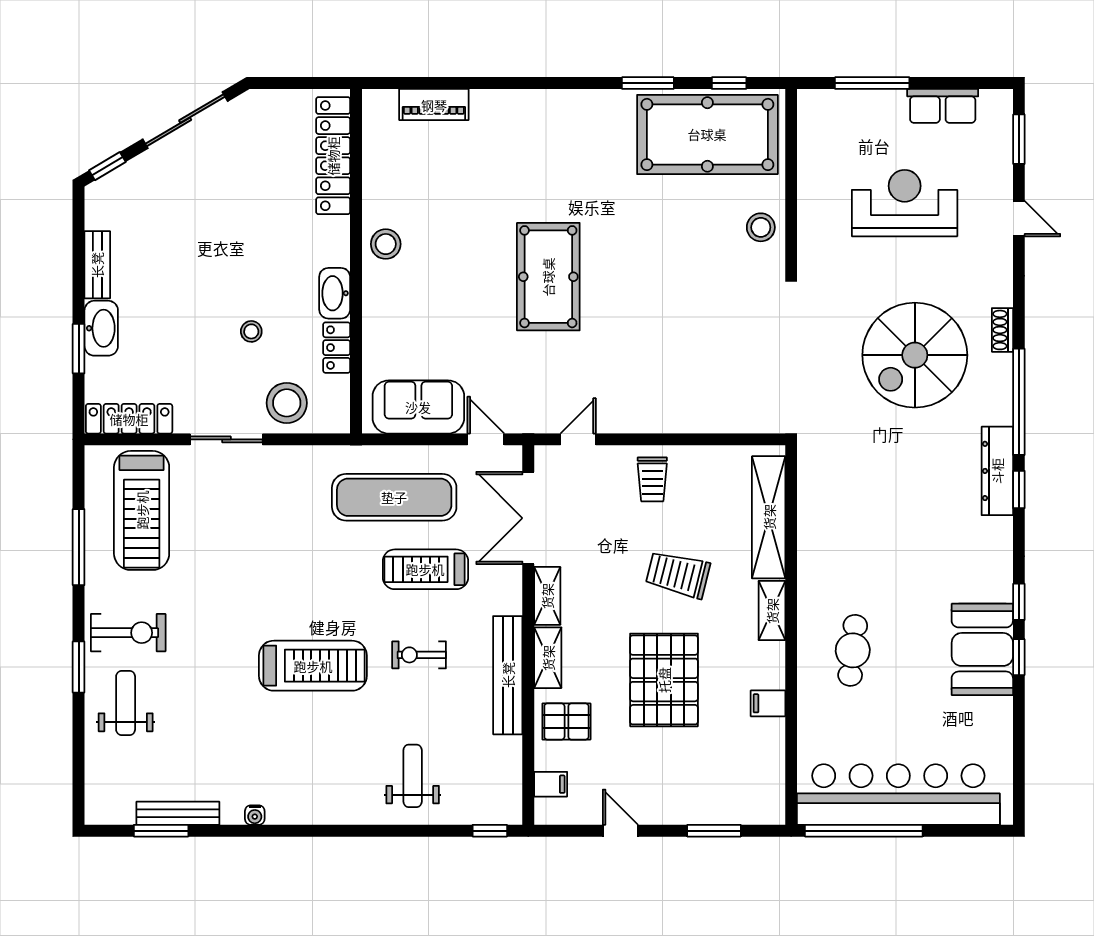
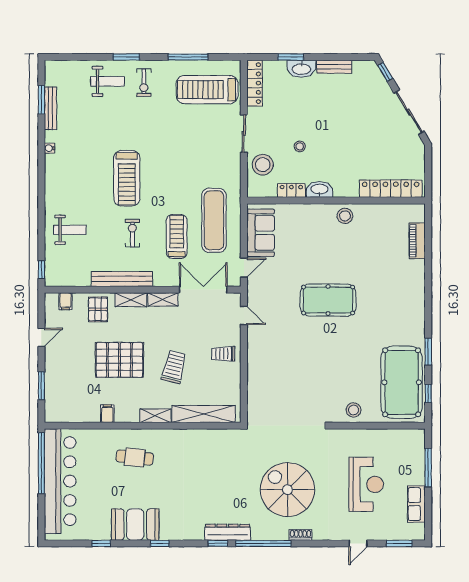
exercise bike: (128, 633) -> (144, 83), width x0.73, depth x0.72
window: (1019, 657) -> (101, 543), moved

